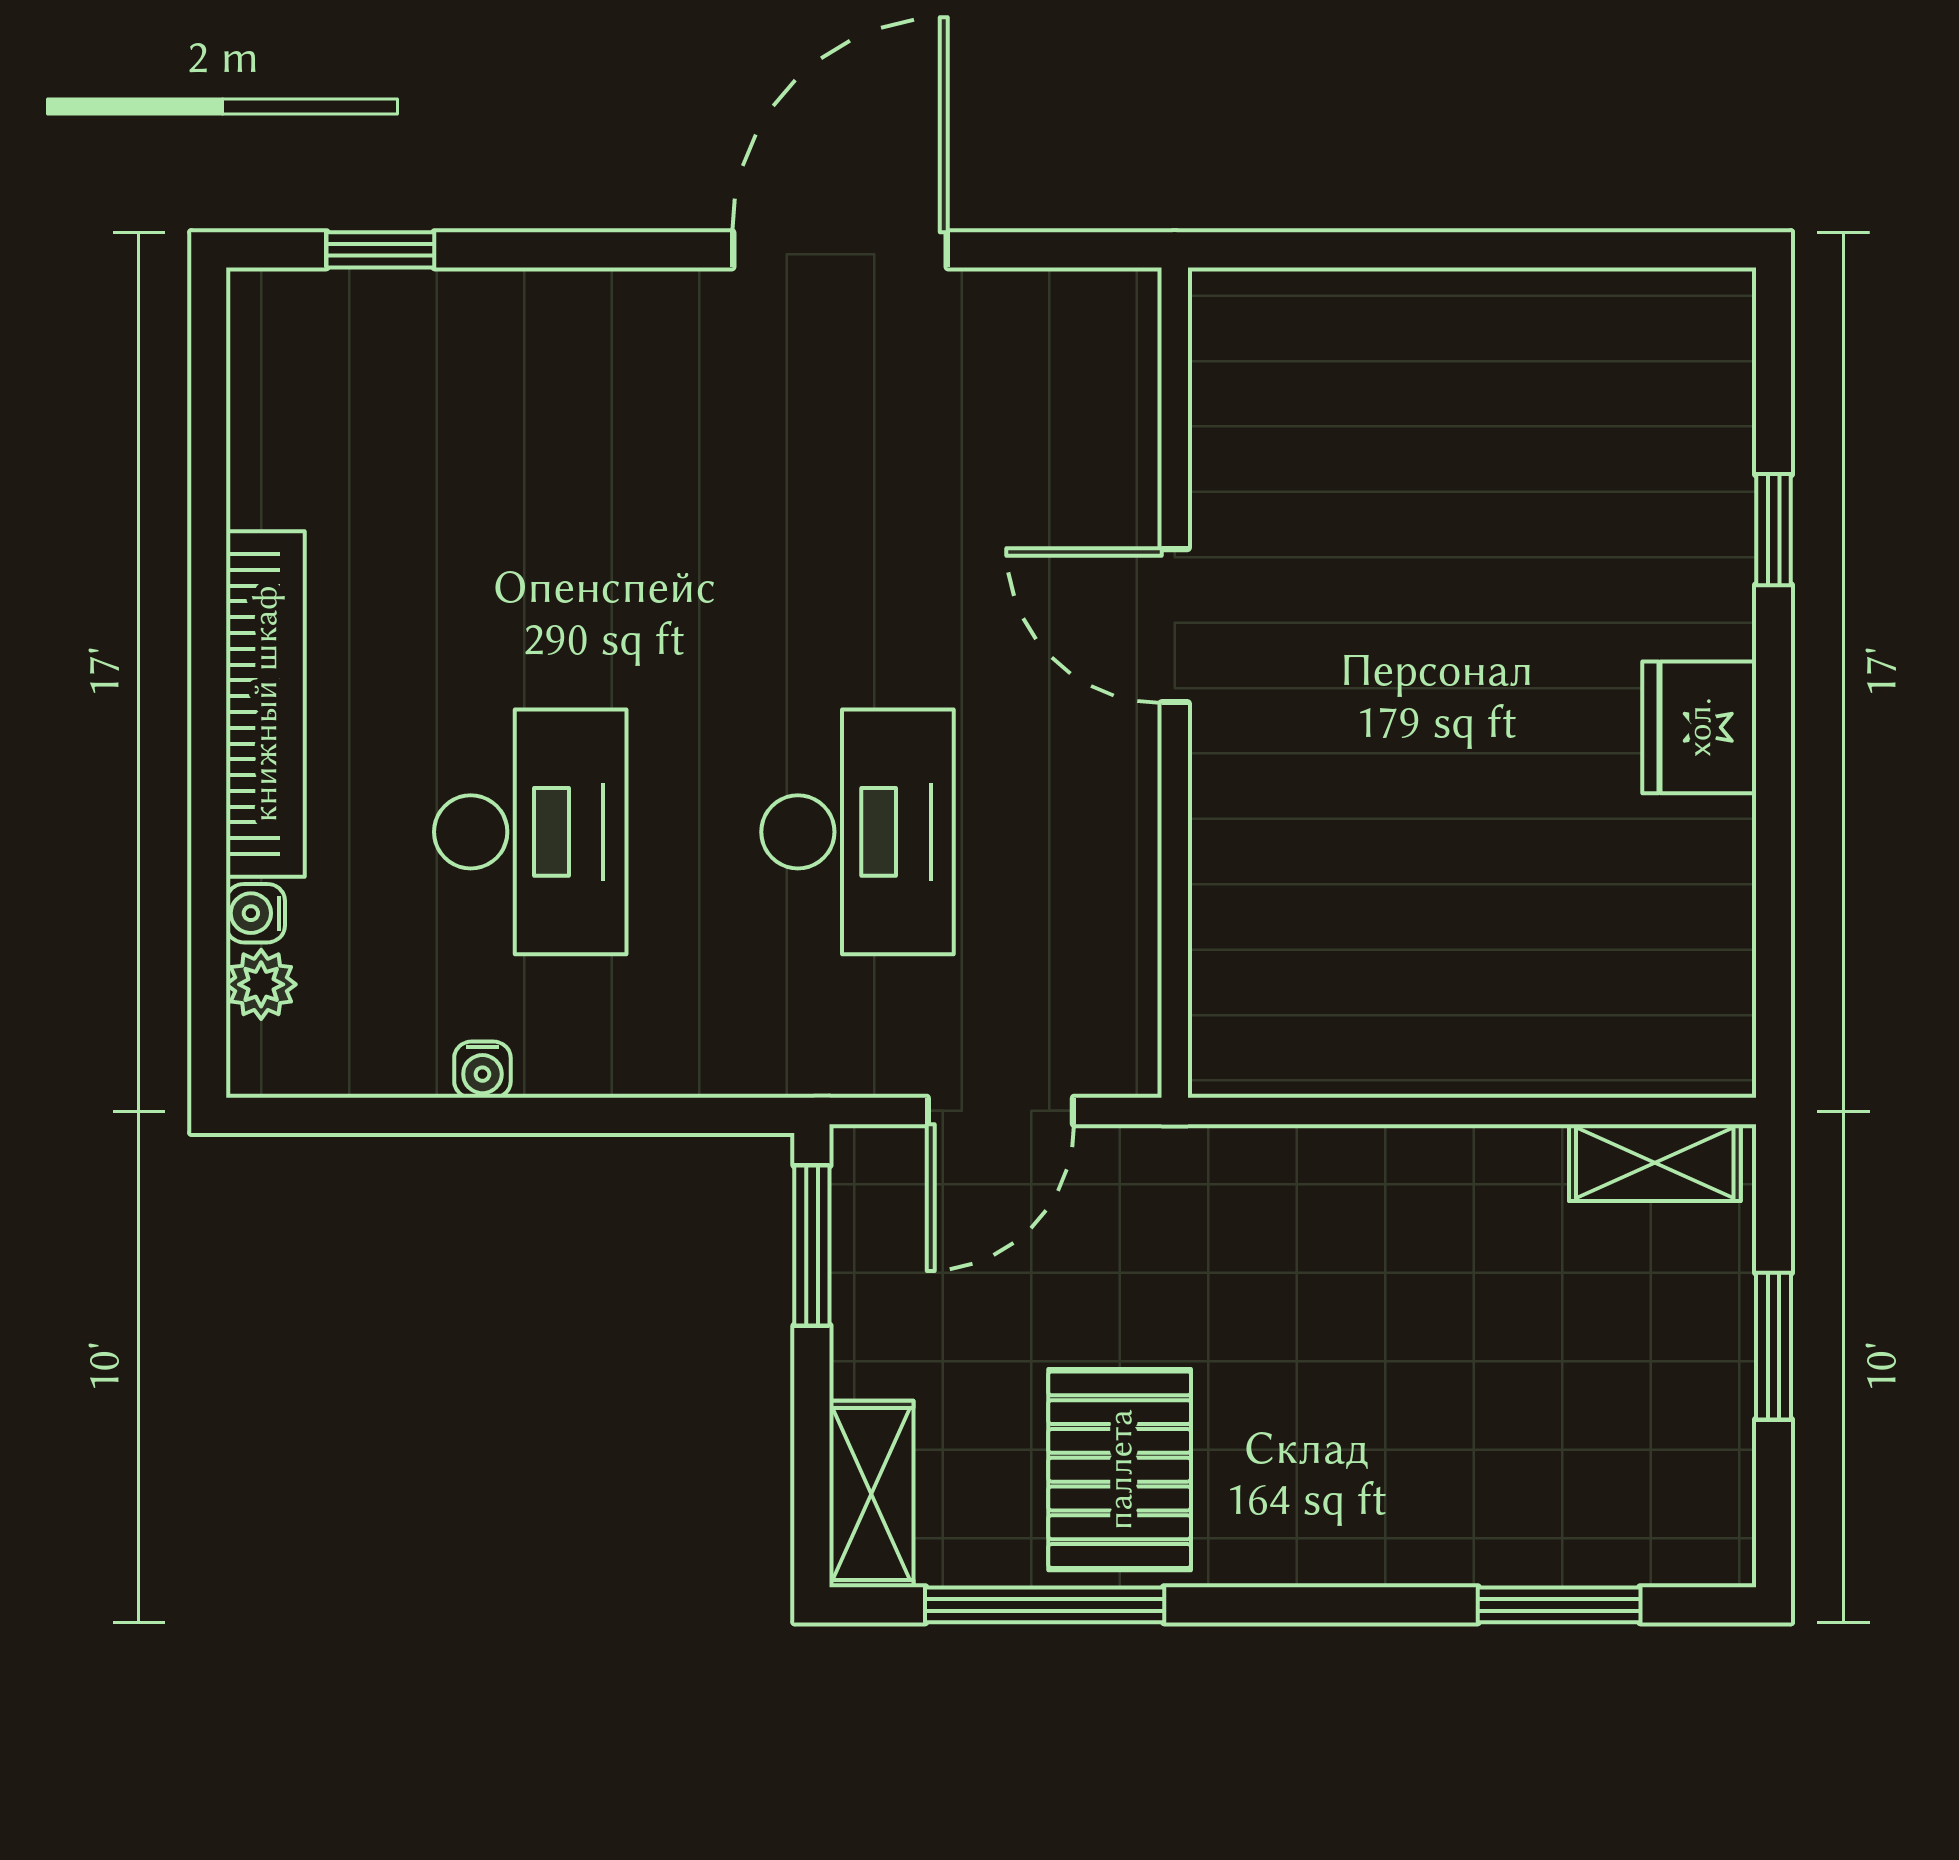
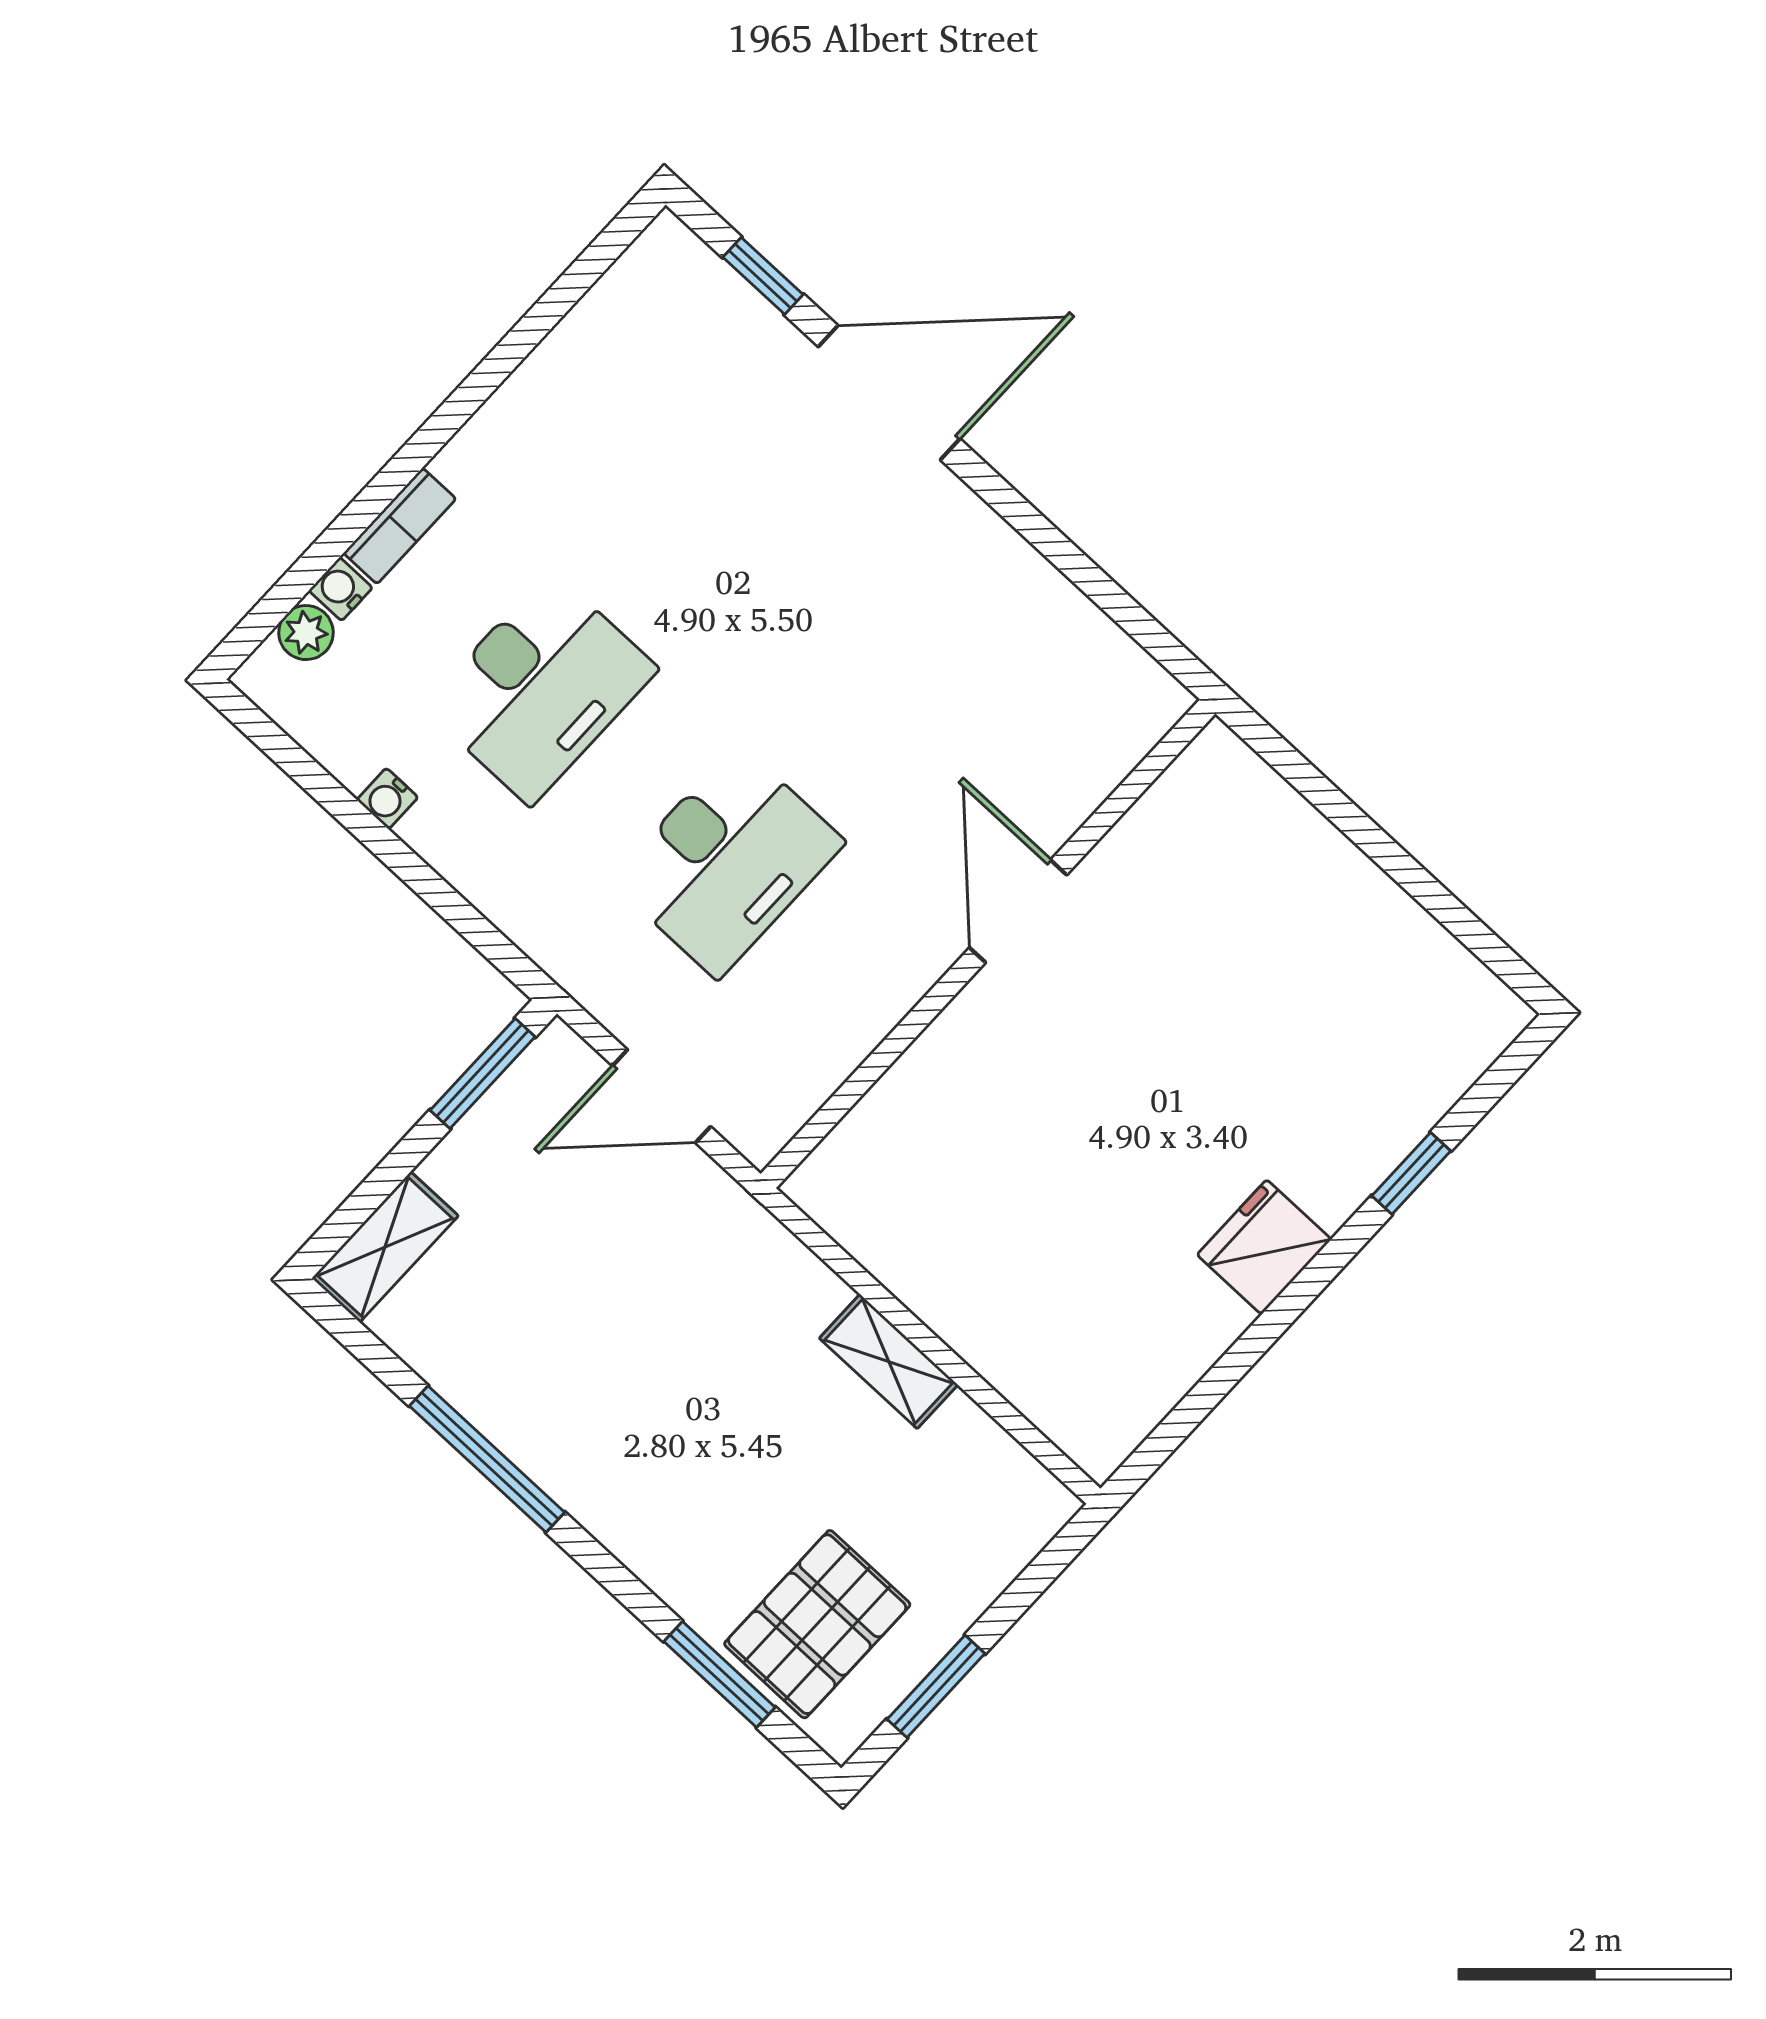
door: (840, 250) -> (889, 393), moved
bookcase: (265, 704) -> (400, 526), width x0.43, depth x0.76
shelving: (1655, 1163) -> (889, 1361), moved
window: (1774, 1346) -> (936, 1686), moved
pallet: (1120, 1470) -> (817, 1624), moved
window: (1045, 1605) -> (487, 1459), moved

